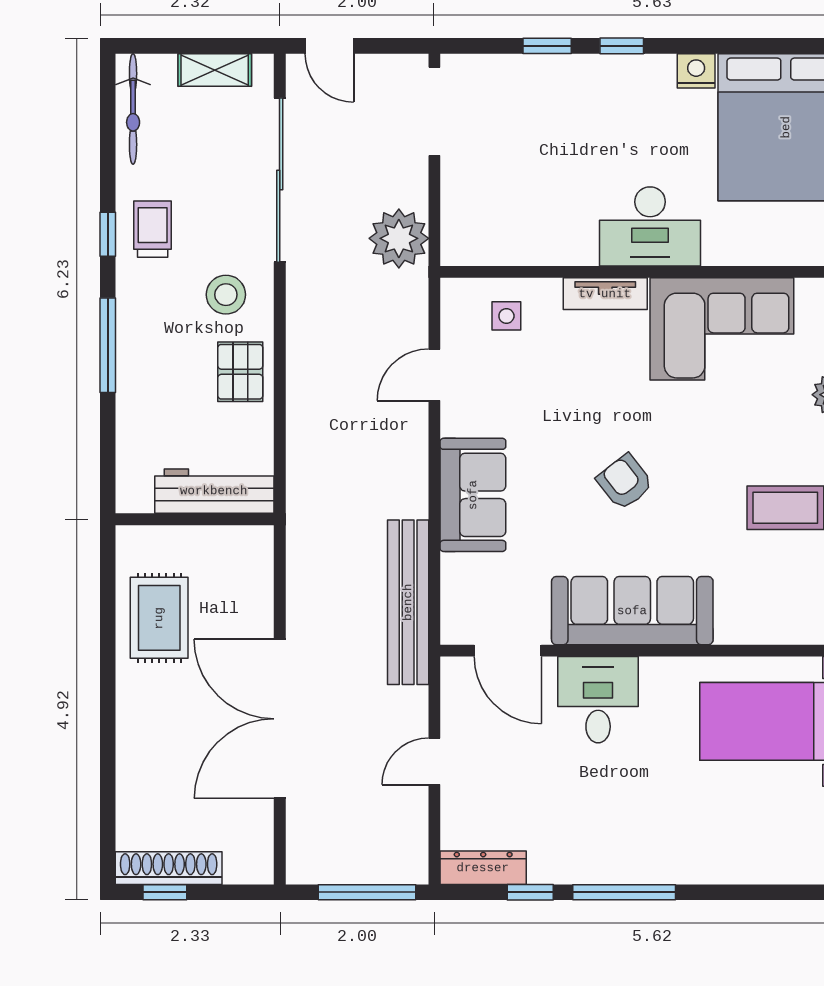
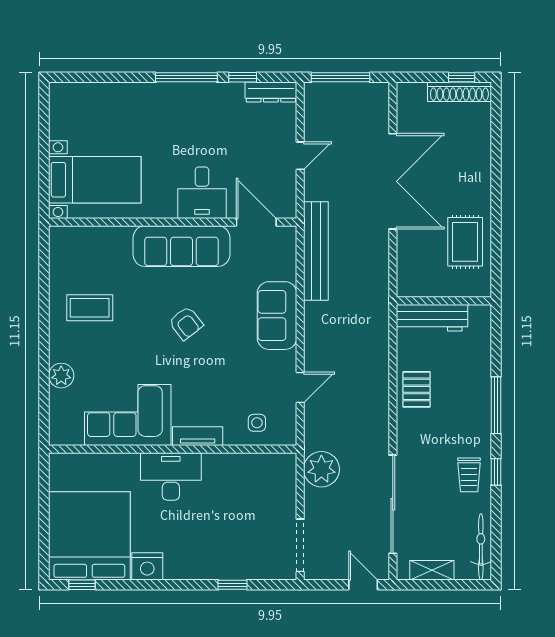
window: (622, 46) -> (82, 585), moved
nightstand: (696, 71) -> (147, 566), width x1.36, depth x1.33
stool: (226, 295) -> (425, 436), removed

